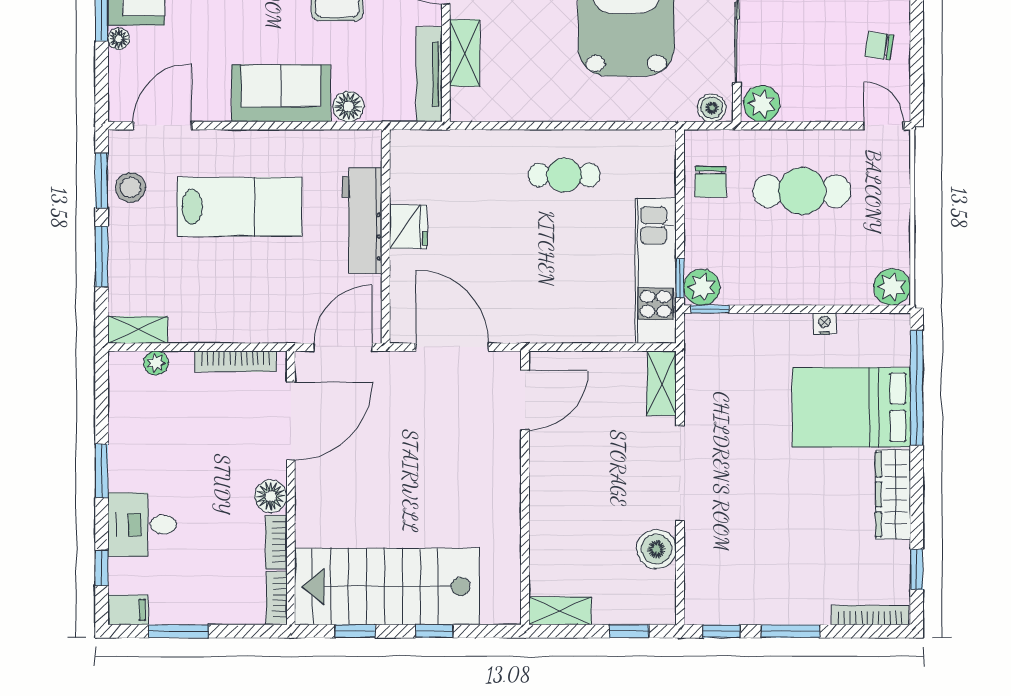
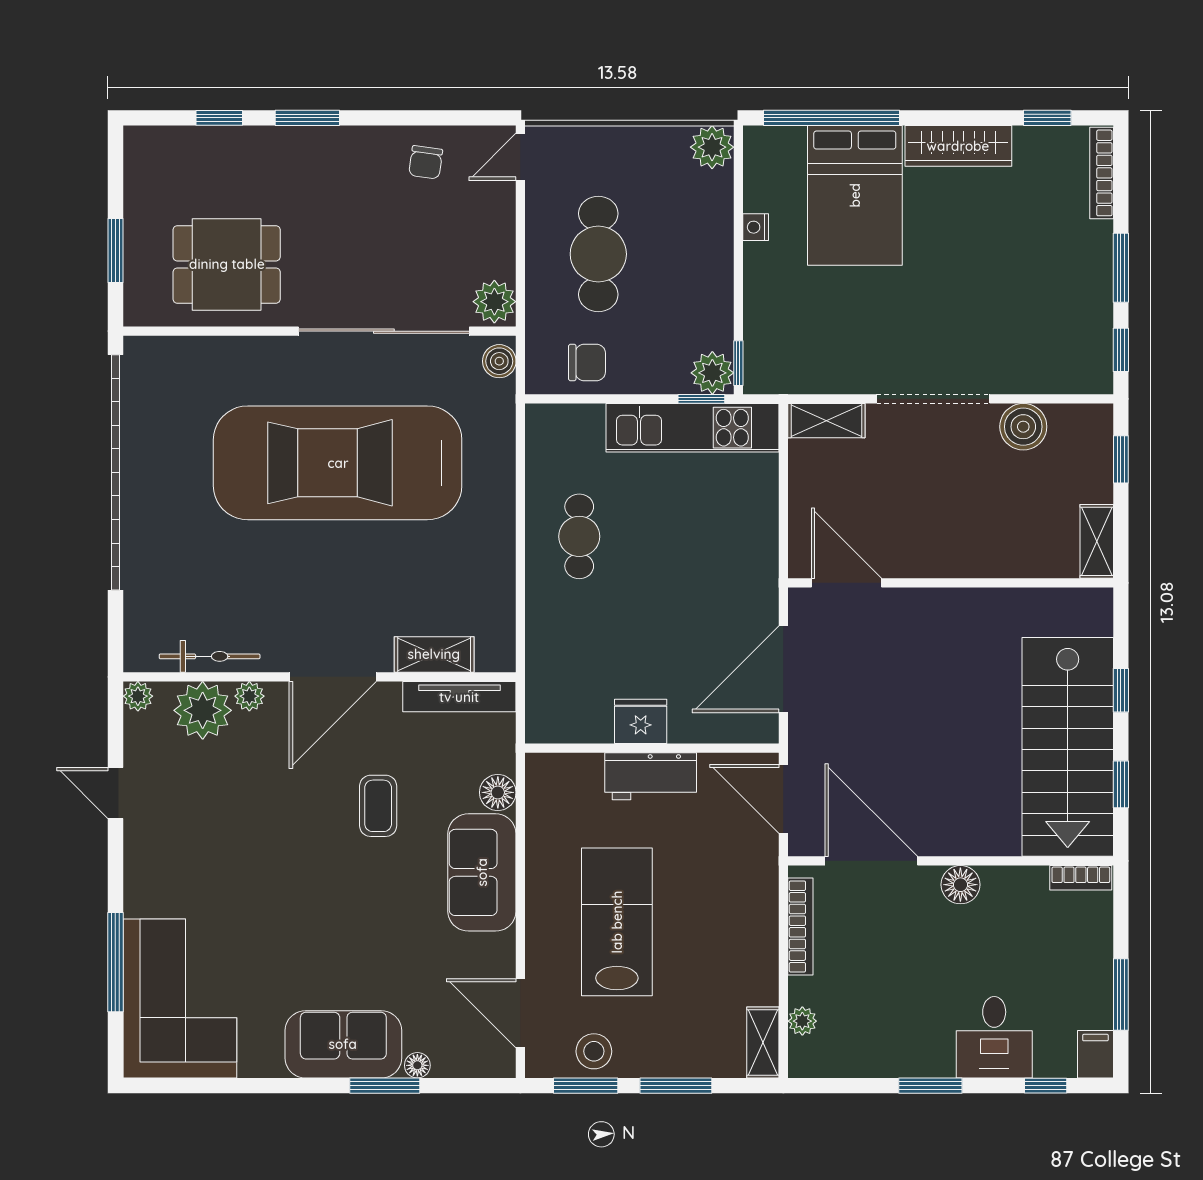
workbench: (362, 221) -> (651, 776), width x0.73
bookcase: (276, 542) -> (1015, 878), removed

